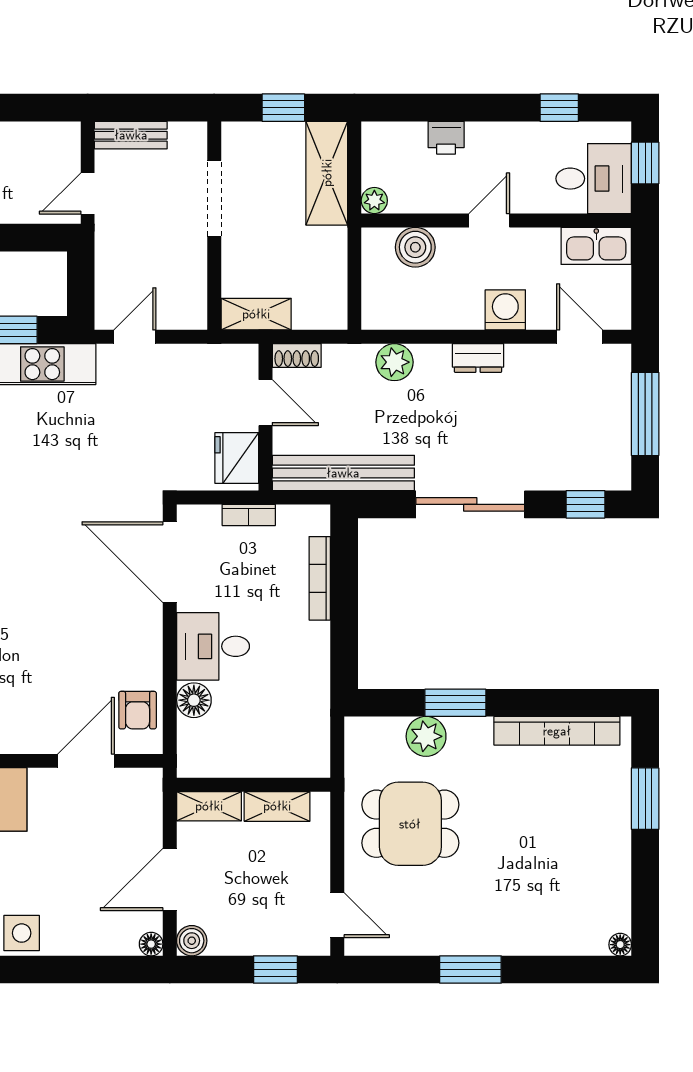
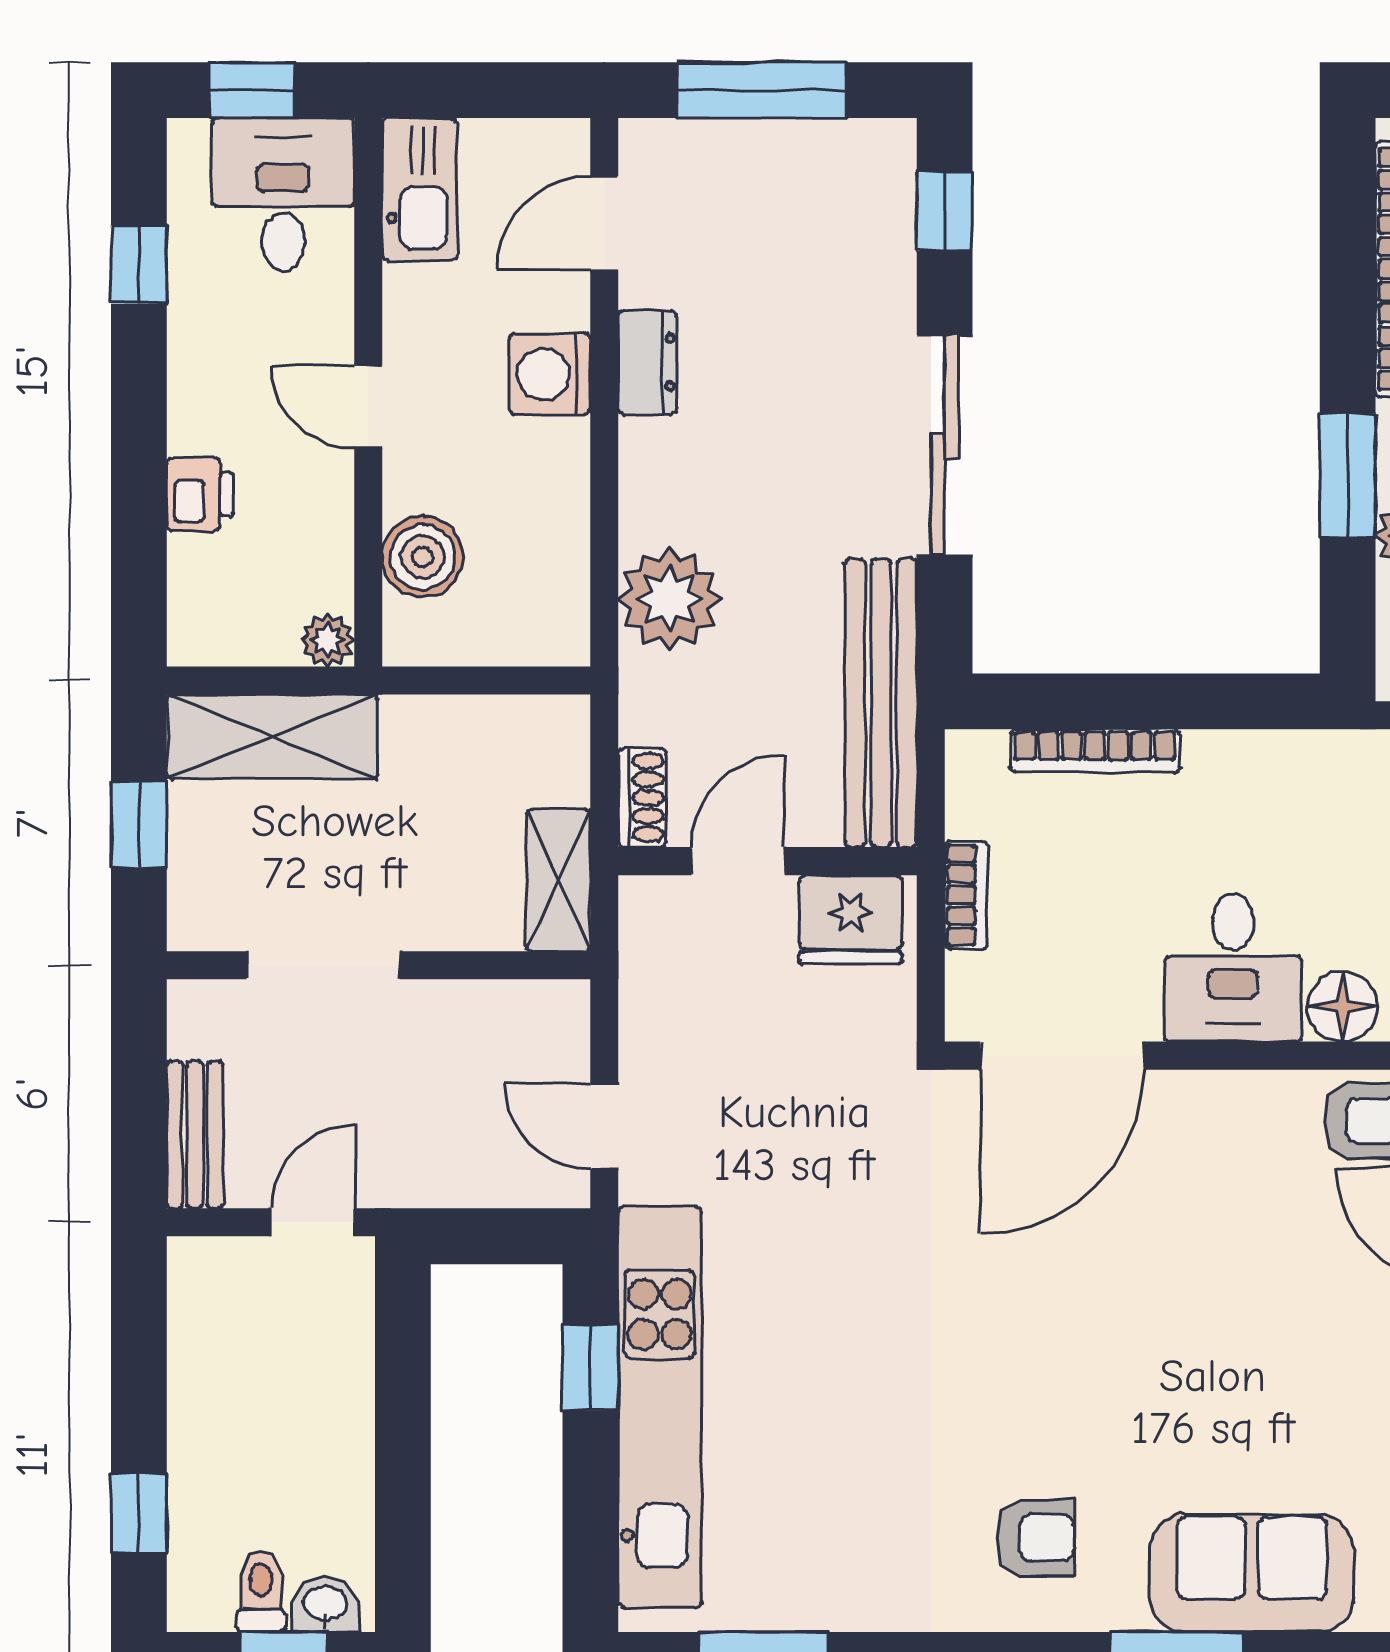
door: (88, 193) -> (313, 1222), swing flipped
dresser: (478, 358) -> (647, 362), moved
plant: (394, 362) -> (670, 599), width x1.36, depth x1.36

